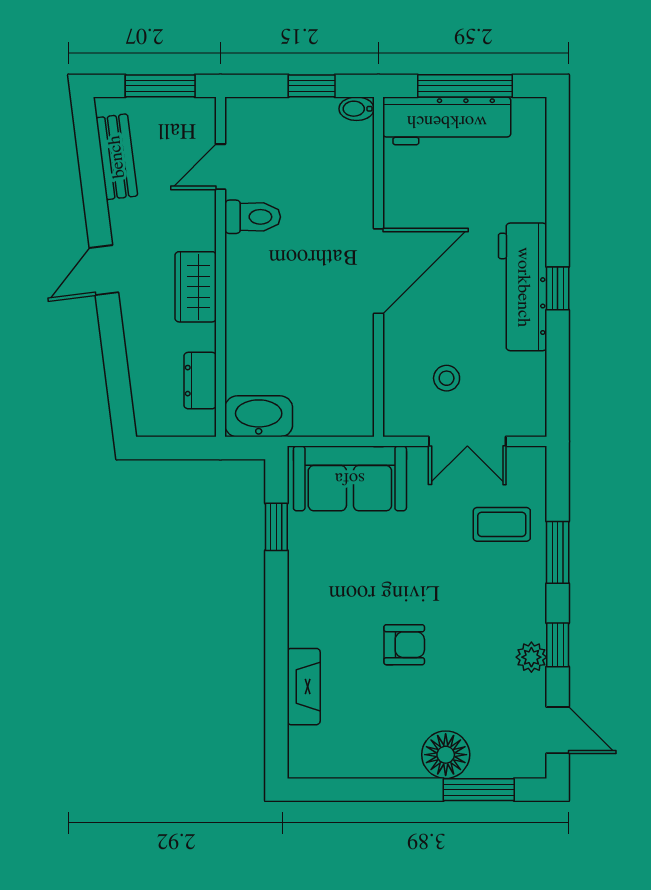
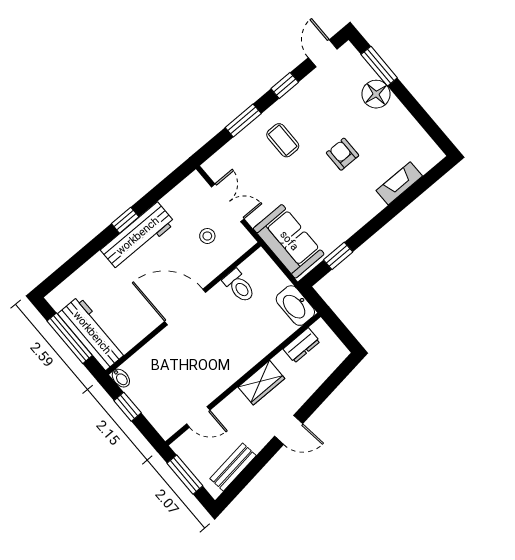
toilet: (253, 217) -> (239, 286), moved, turned 180
coffee table: (502, 524) -> (283, 140), moved
plant: (531, 657) -> (300, 93), removed

